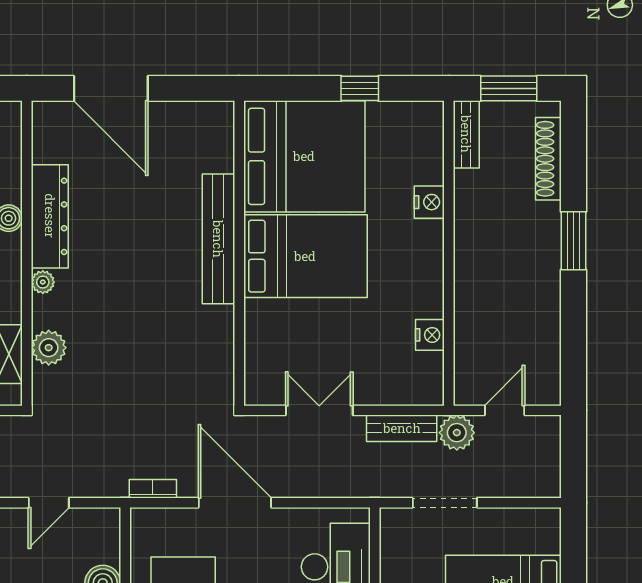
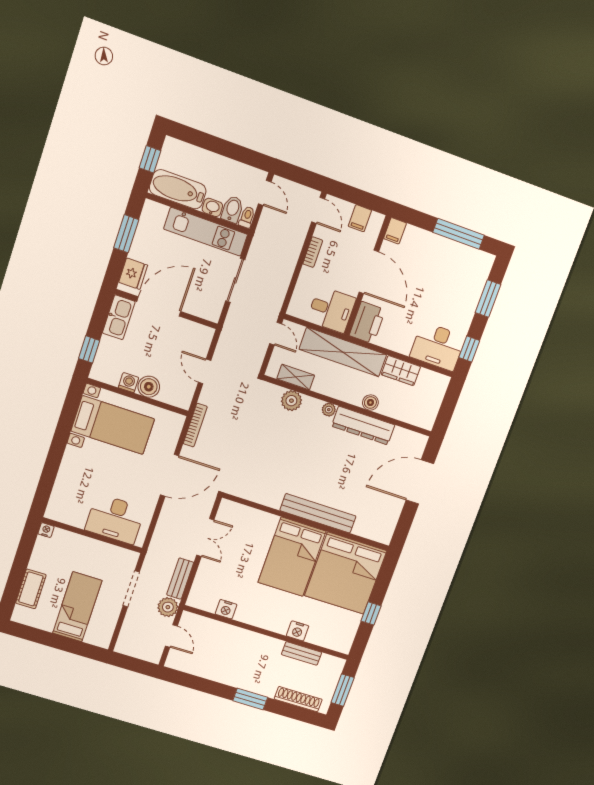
bench: (466, 134) -> (302, 653), moved
bookcase: (153, 489) -> (195, 425), width x1.56

